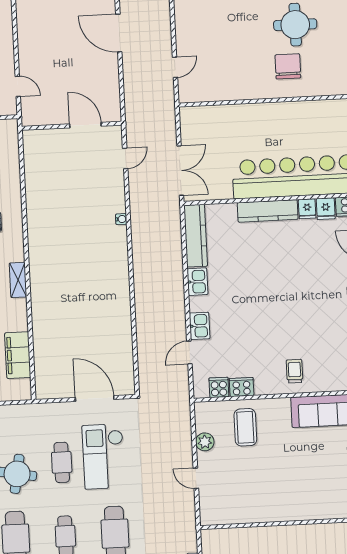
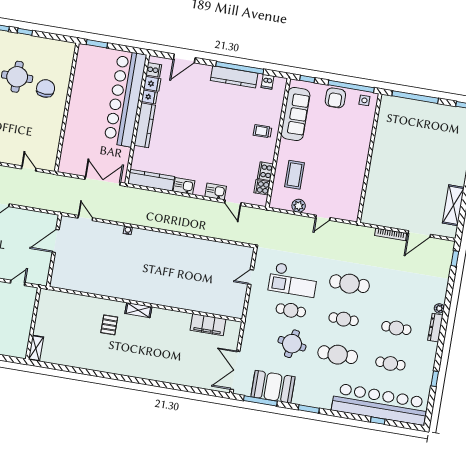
chair: (288, 66) -> (46, 88), turned 90
shelving: (18, 280) -> (138, 310), moved
door: (95, 399) -> (251, 277), width x0.53
coffee table: (245, 427) -> (295, 175), turned 90

